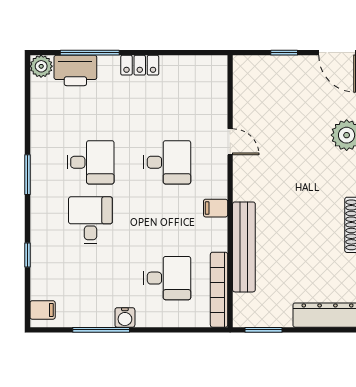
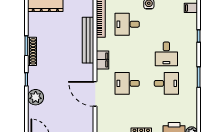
door: (230, 142) -> (95, 94), width x1.88
desk: (90, 162) -> (166, 83), turned 180
filing cabinet: (216, 208) -> (102, 60), width x2.00

